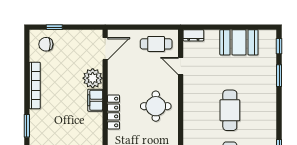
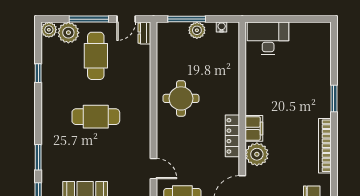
round table: (156, 106) -> (181, 98), moved
cafe table: (230, 110) -> (96, 117), turned 90
locker: (113, 112) -> (232, 136), moved

